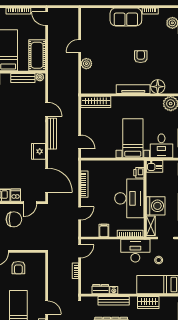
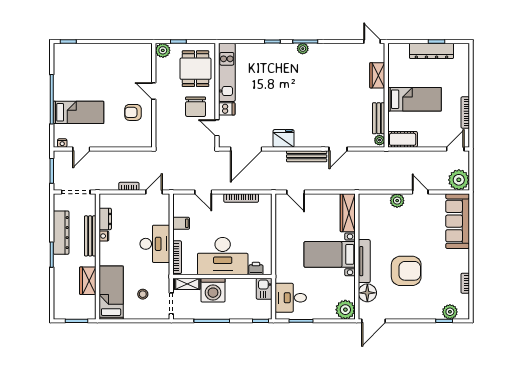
plant: (70, 16) -> (459, 180), added
sofa: (126, 17) -> (458, 221), moved, width x1.36
cot: (37, 55) -> (403, 139), width x0.73, depth x0.75
armchair: (141, 57) -> (406, 271), width x1.88, depth x1.88
bed with nightstands: (133, 138) -> (330, 254), moved, turned 180
door: (80, 142) -> (296, 192), hinge flipped
door: (80, 251) -> (154, 192), swing flipped
desk: (135, 251) -> (155, 244), moved

